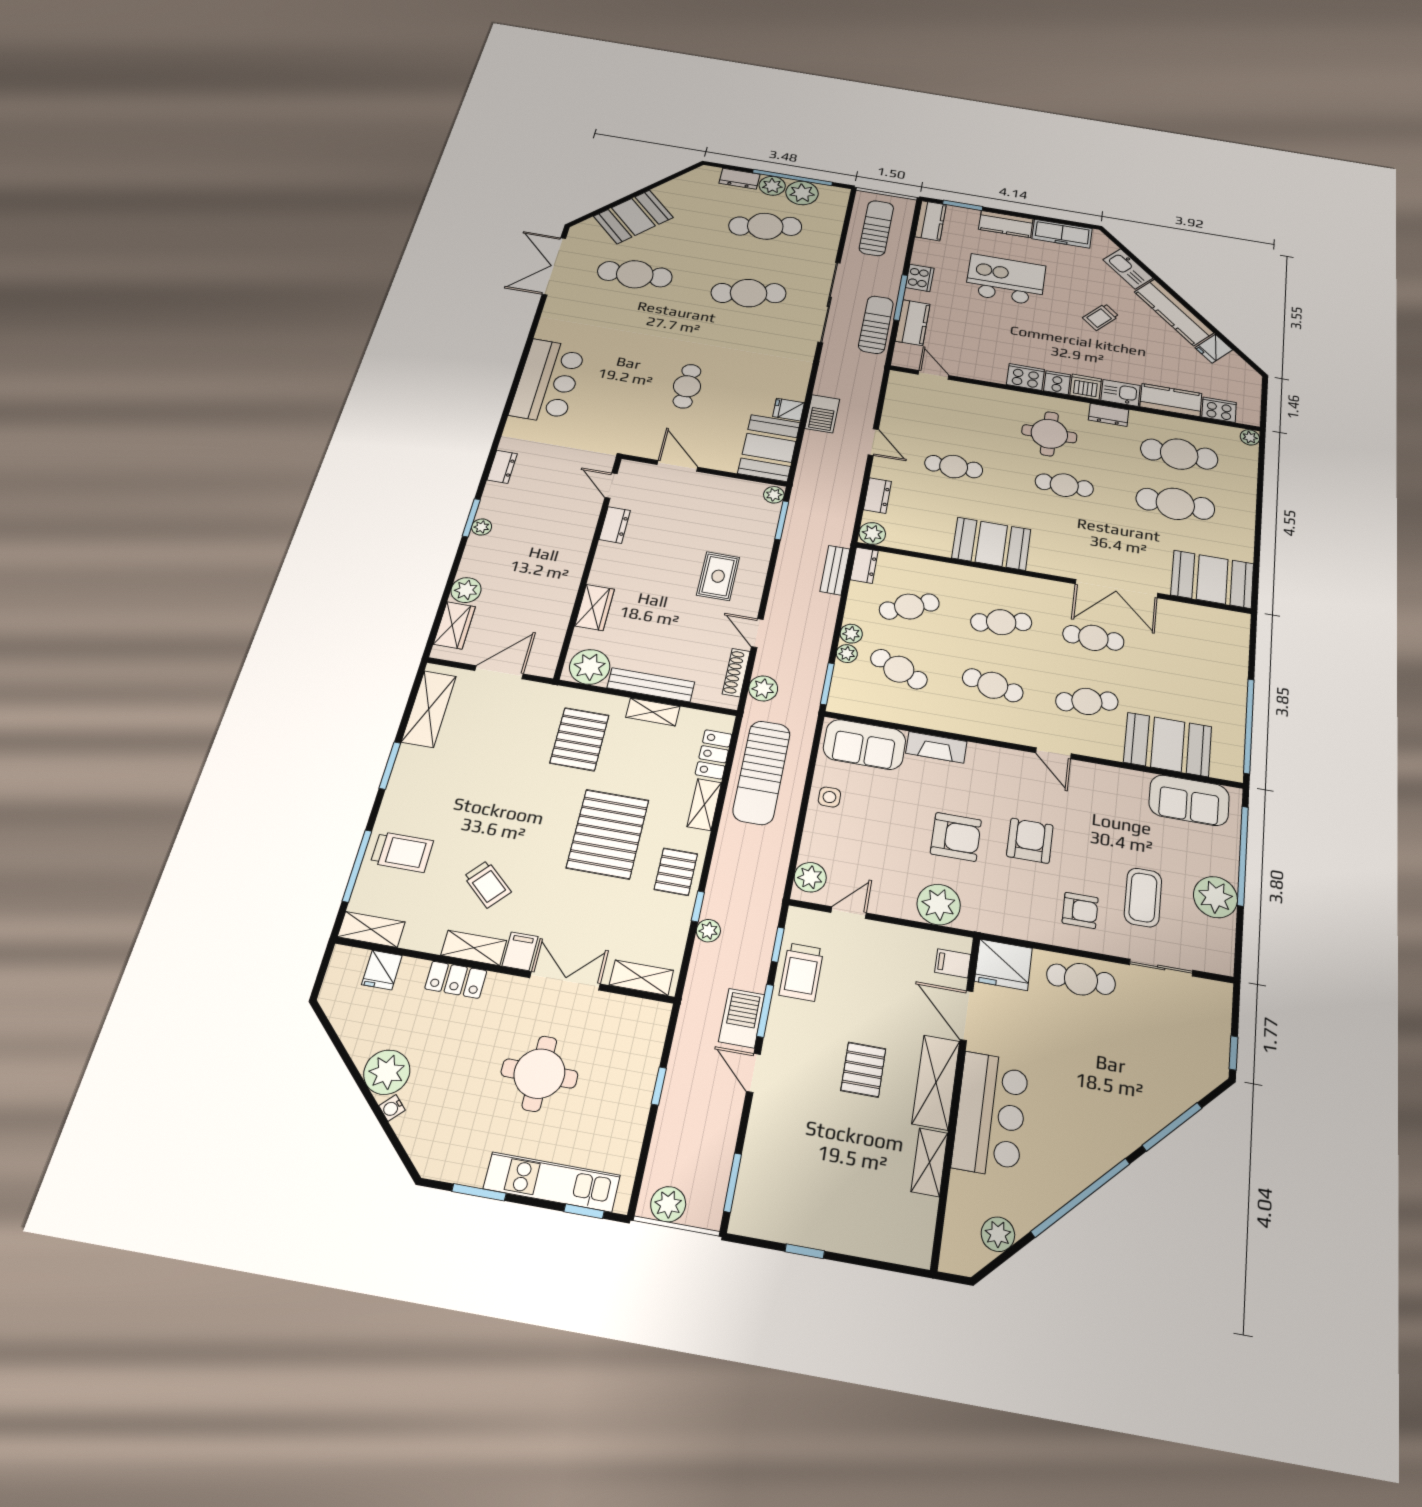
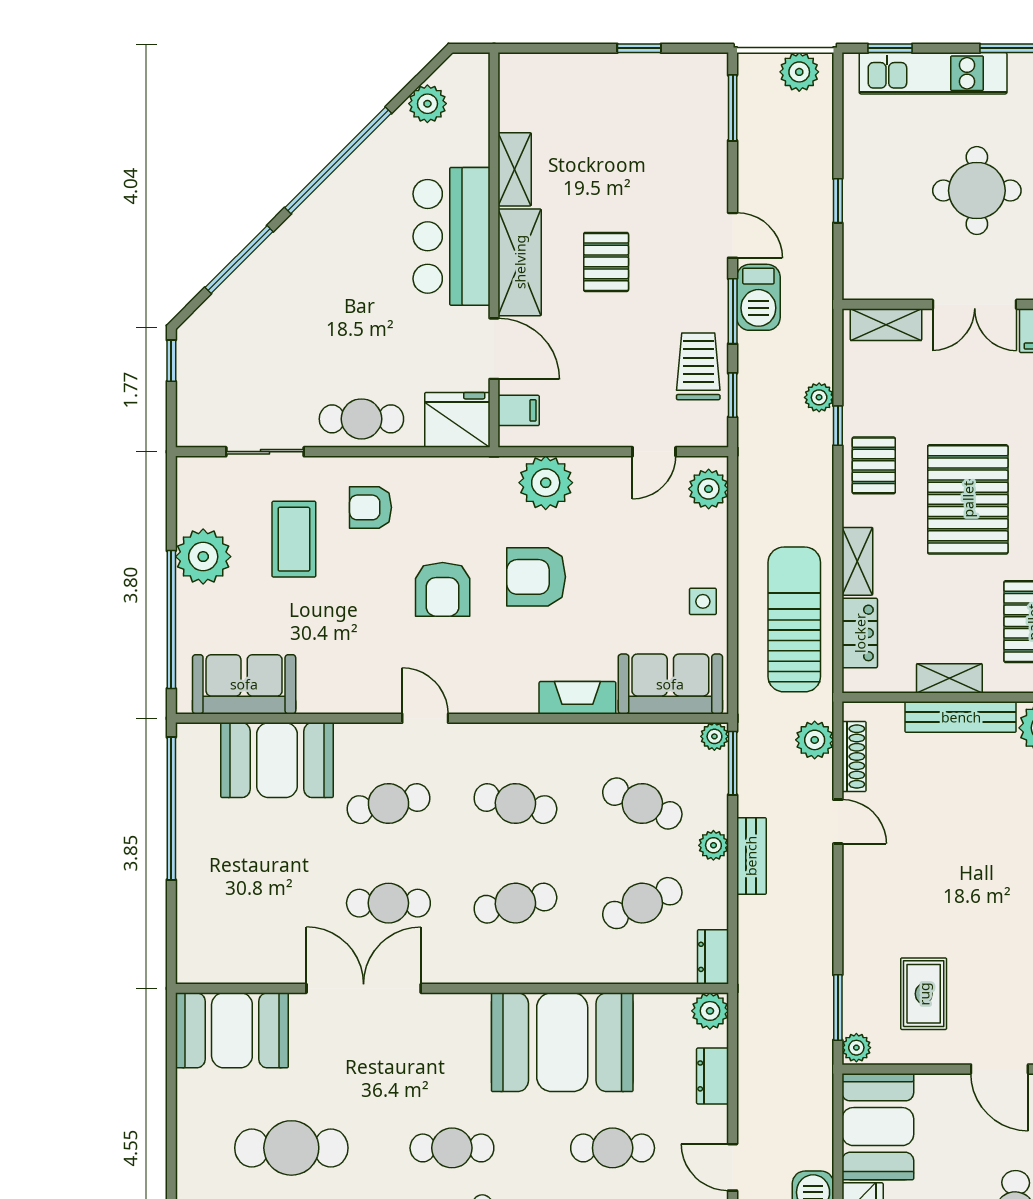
booth: (991, 544) -> (562, 1042), width x1.36, depth x1.42
bench: (835, 570) -> (751, 856), moved
rug: (718, 576) -> (924, 994), moved
plant: (847, 654) -> (714, 736), moved

